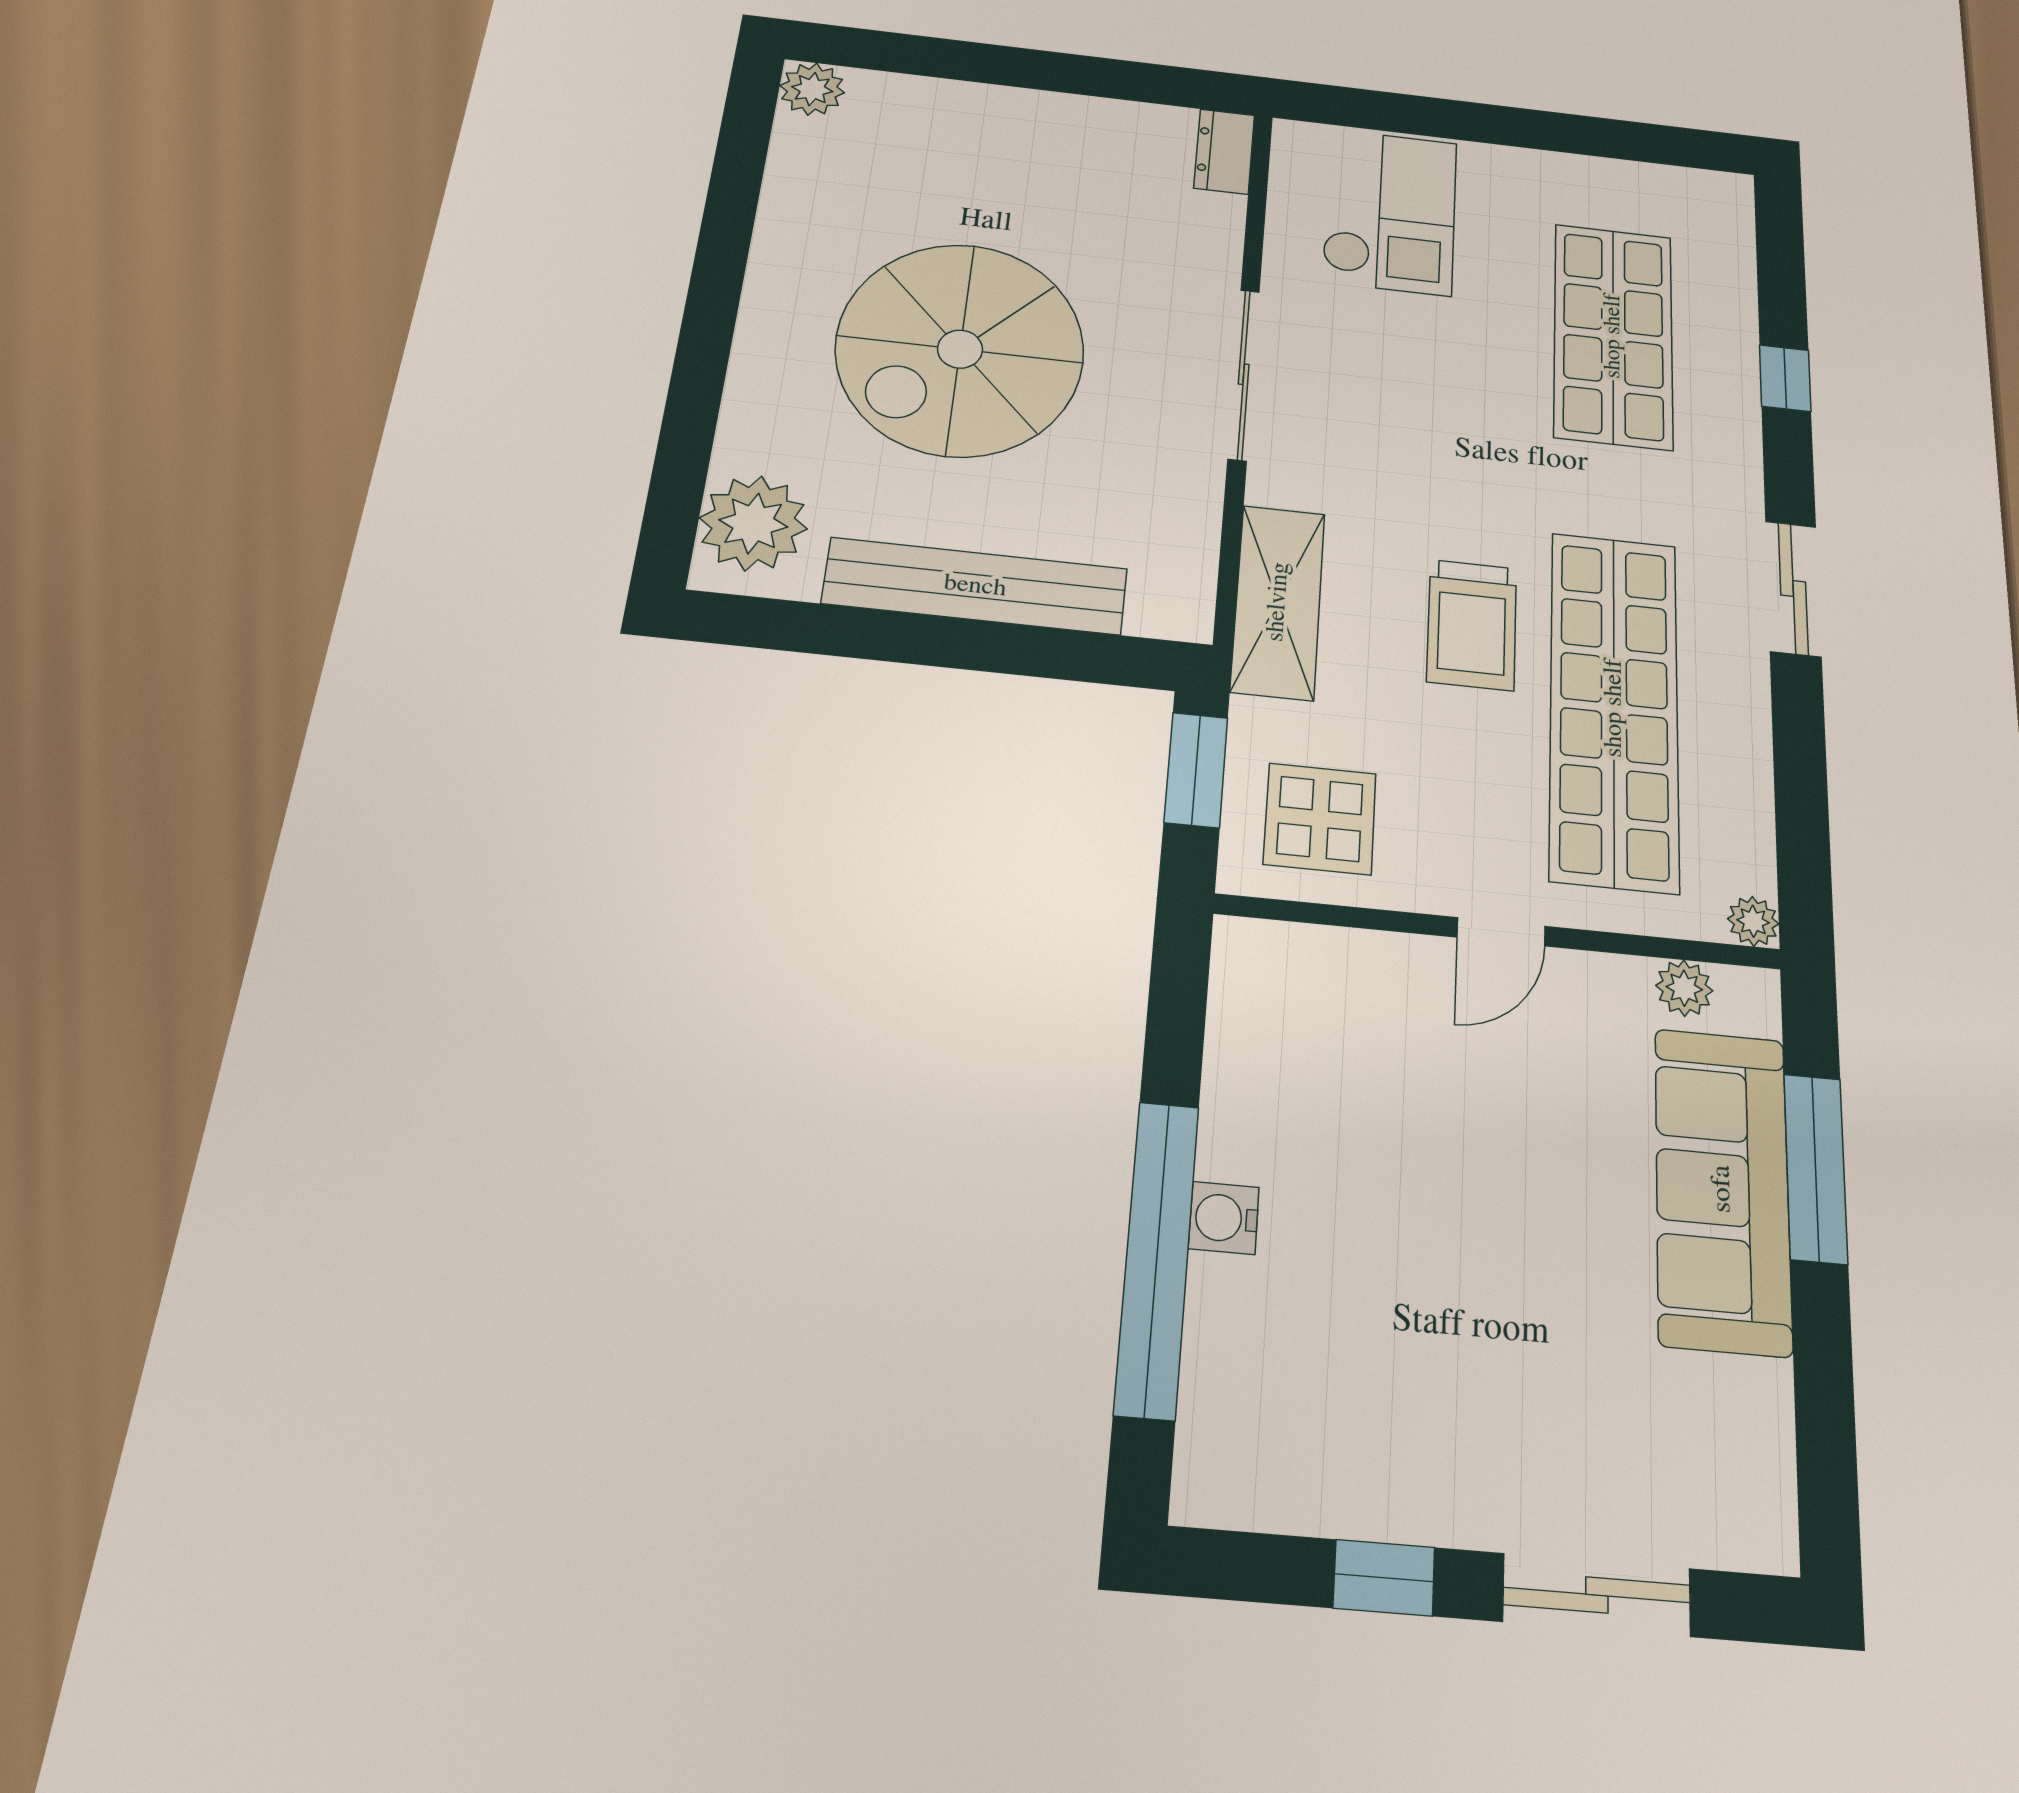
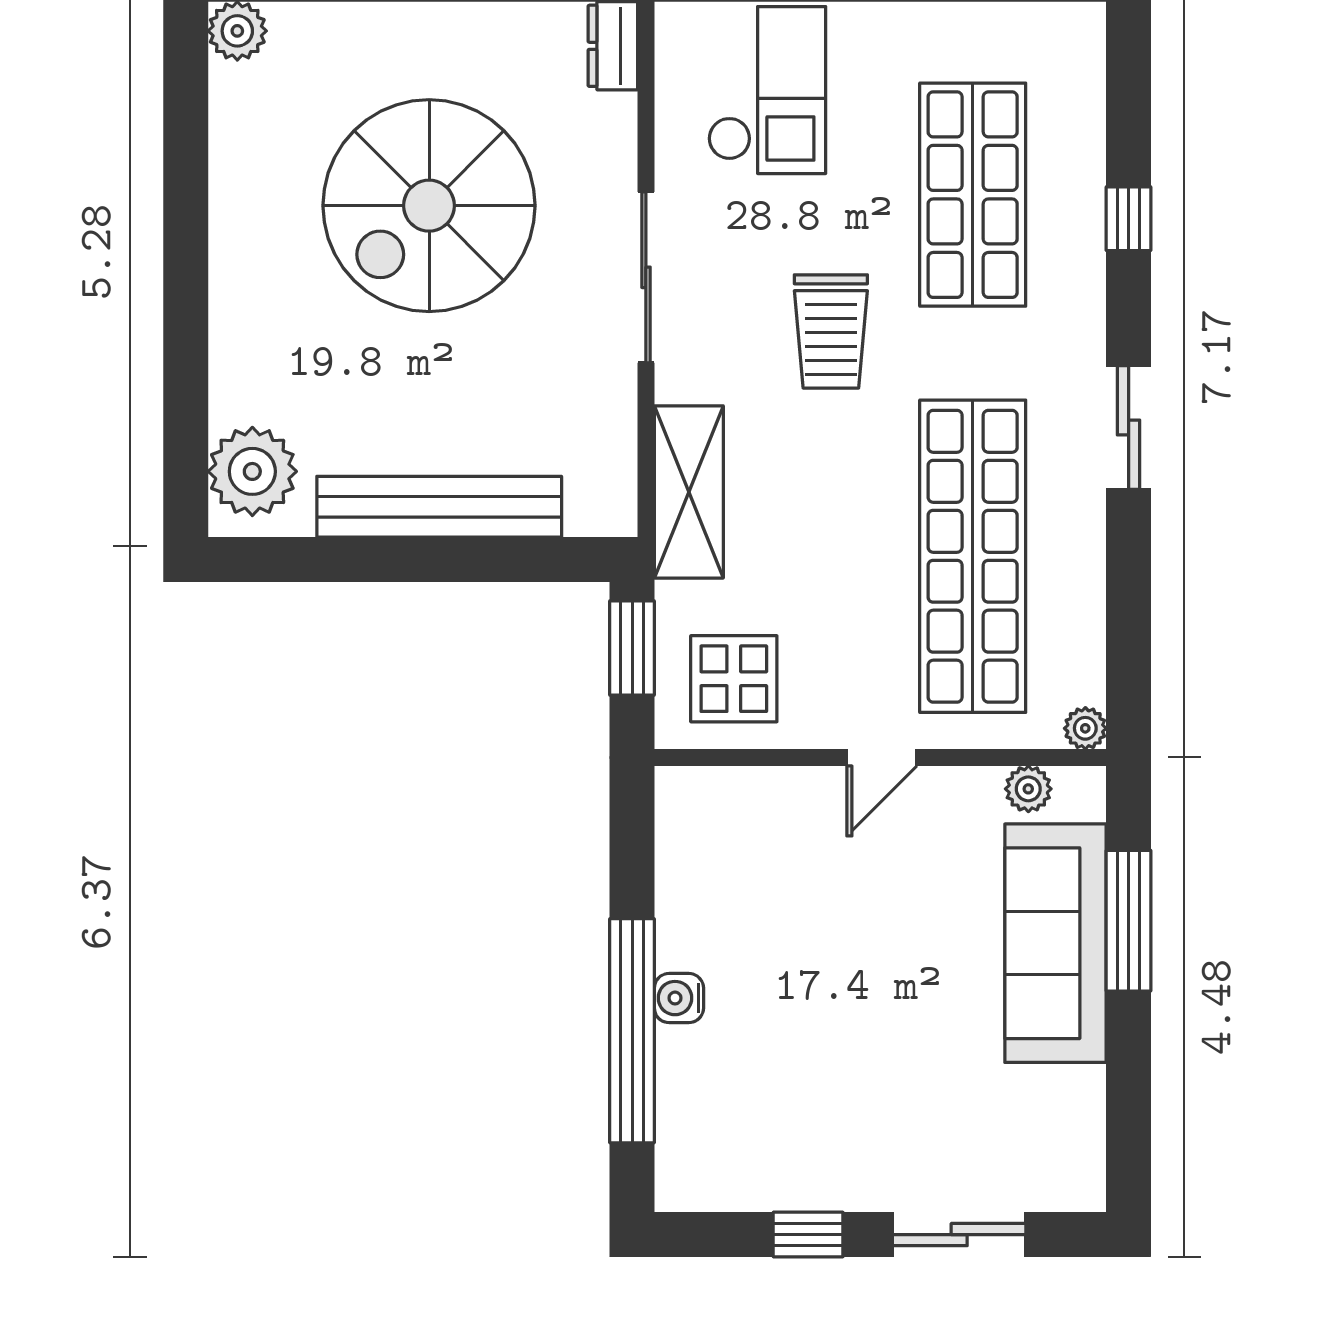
spiral stairs: (960, 349) -> (429, 206), moved
trolley: (1472, 625) -> (831, 331), moved

